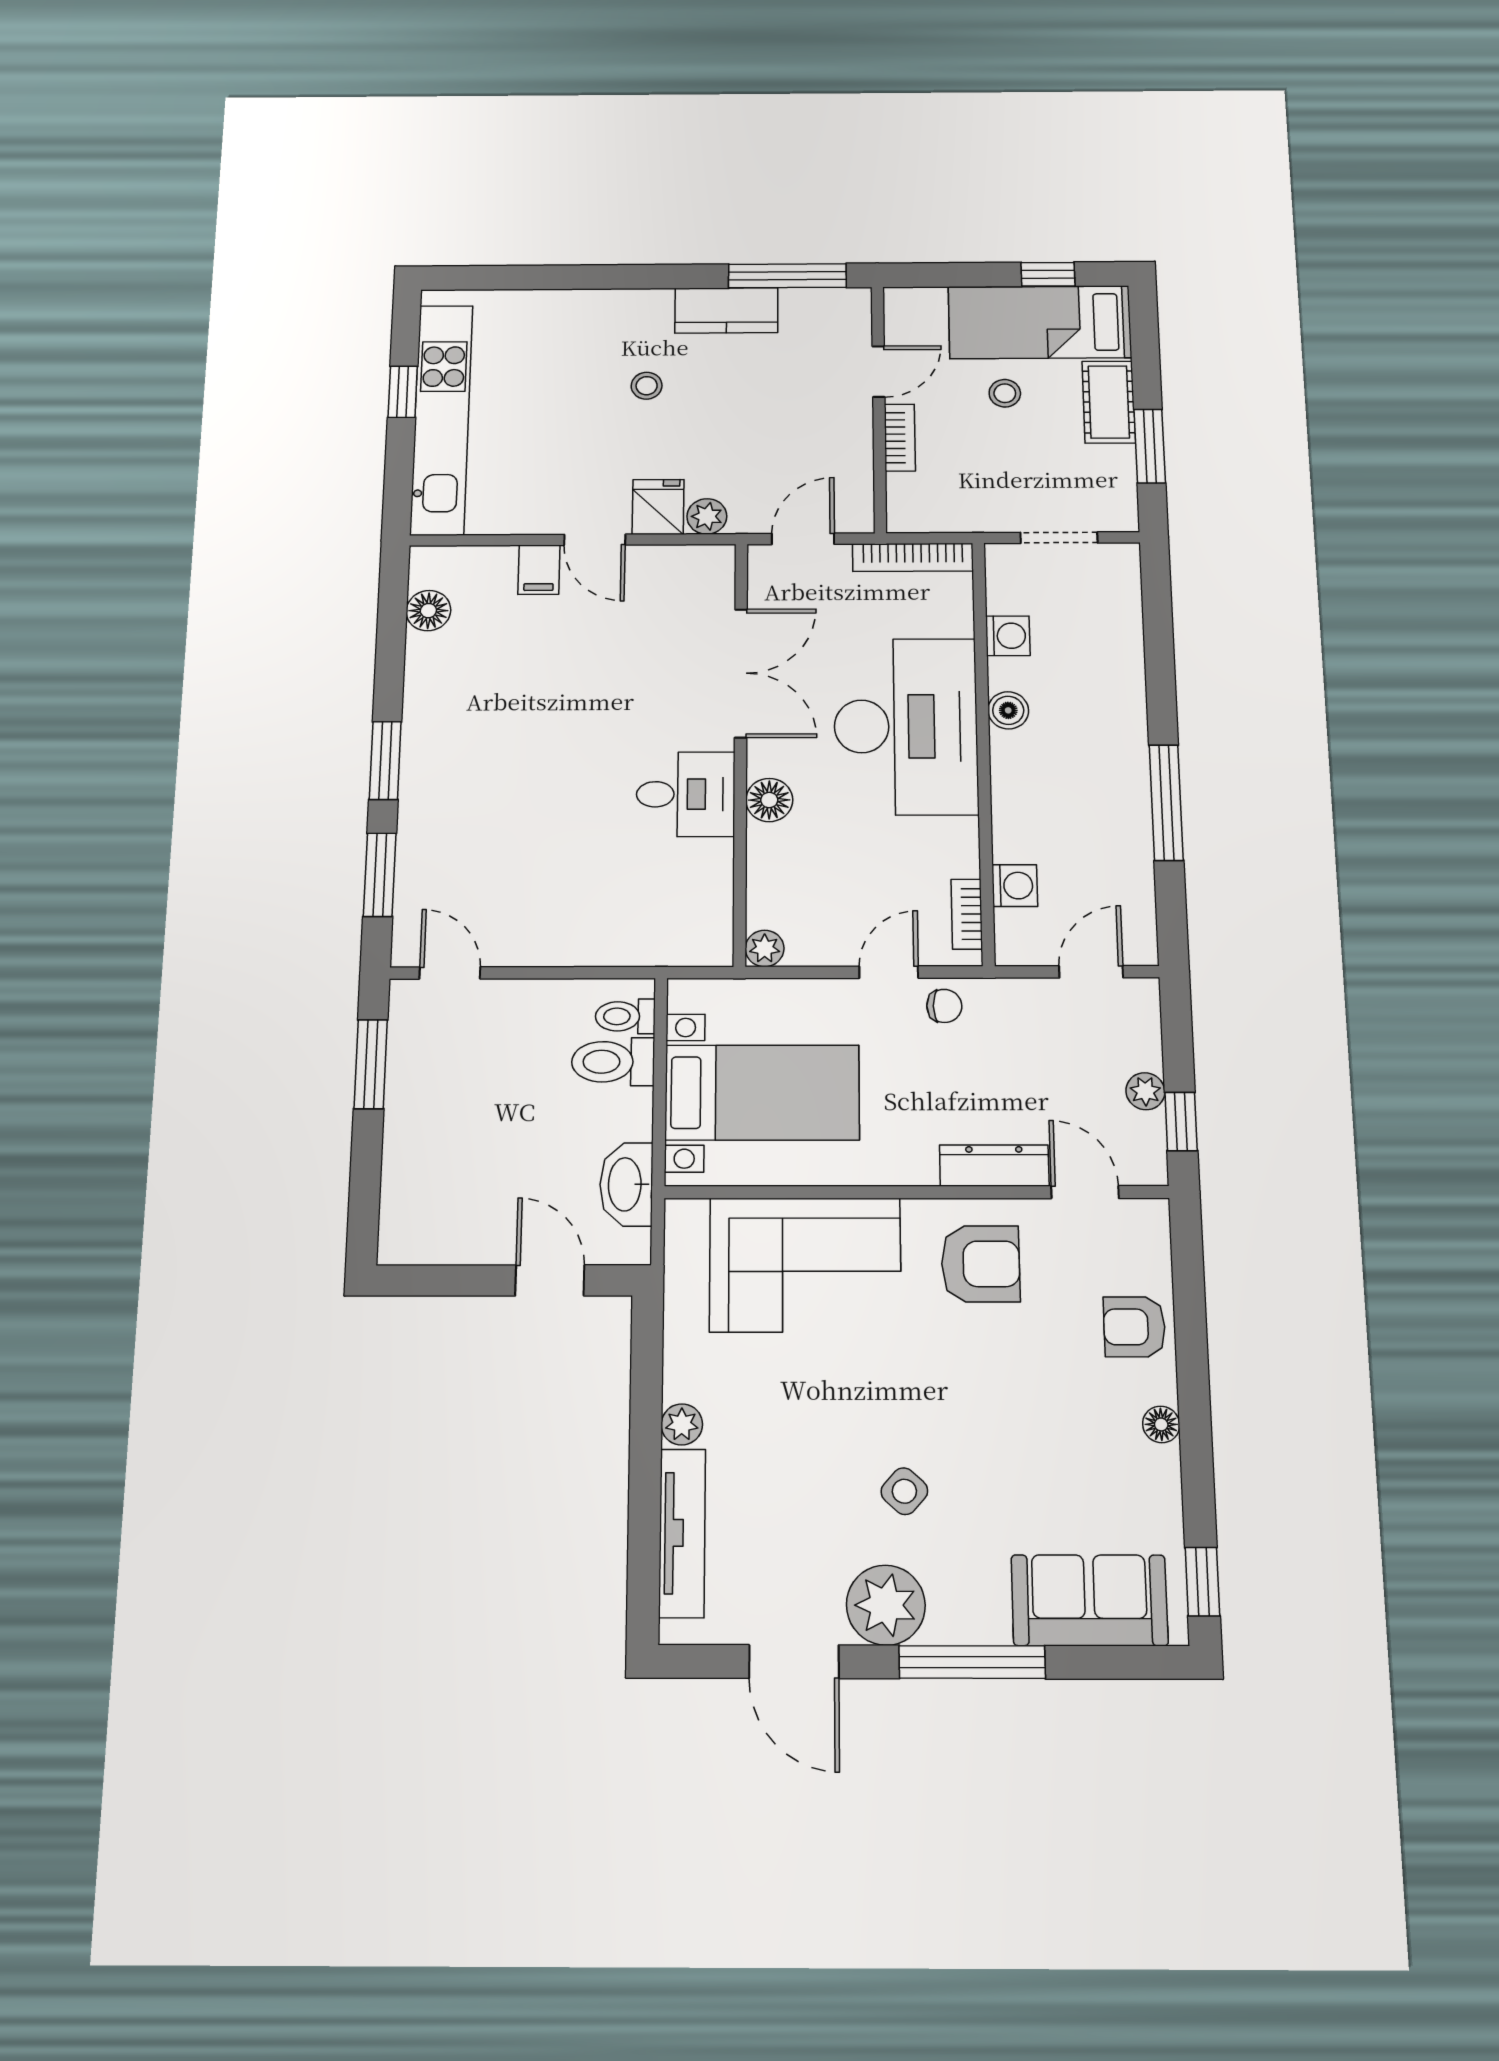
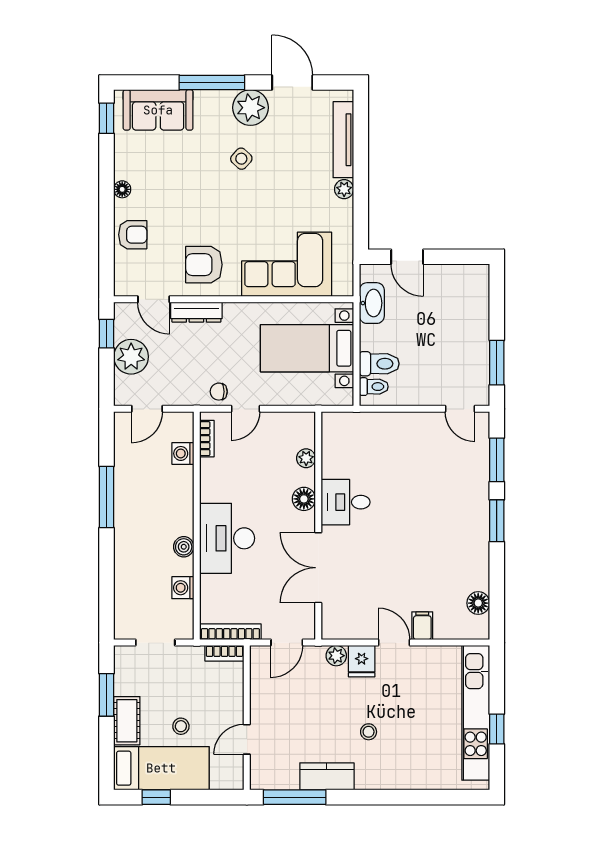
bookcase: (900, 438) -> (224, 653), moved, turned -90
desk: (906, 726) -> (227, 538), width x0.73, depth x0.77
plant: (765, 948) -> (306, 458), moved
plant: (1145, 1091) -> (131, 357), width x1.87, depth x1.87

